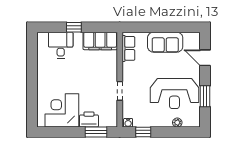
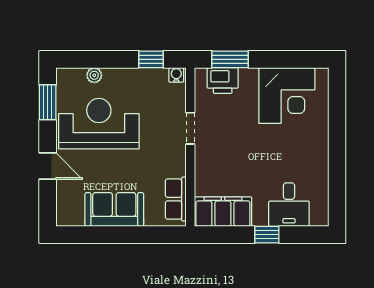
door: (205, 58) -> (48, 166), moved
window: (205, 96) -> (48, 102), moved
printer: (89, 119) -> (223, 80), moved

